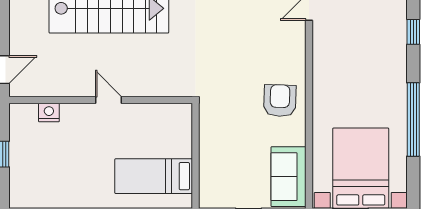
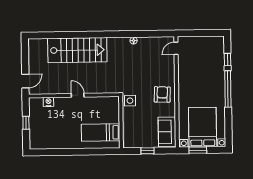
side table: (214, 112) -> (130, 101), added
window: (413, 120) -> (228, 89), moved

